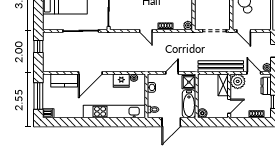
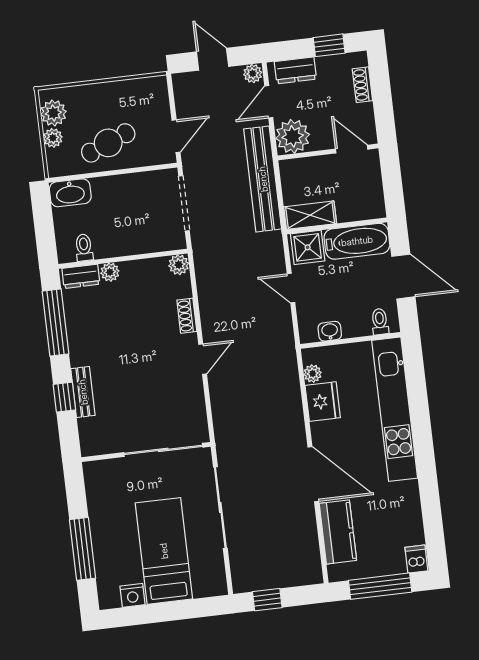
shelving: (223, 85) -> (310, 215), moved
boiler: (202, 113) -> (375, 208), removed

